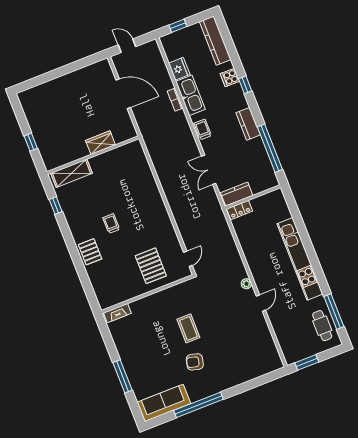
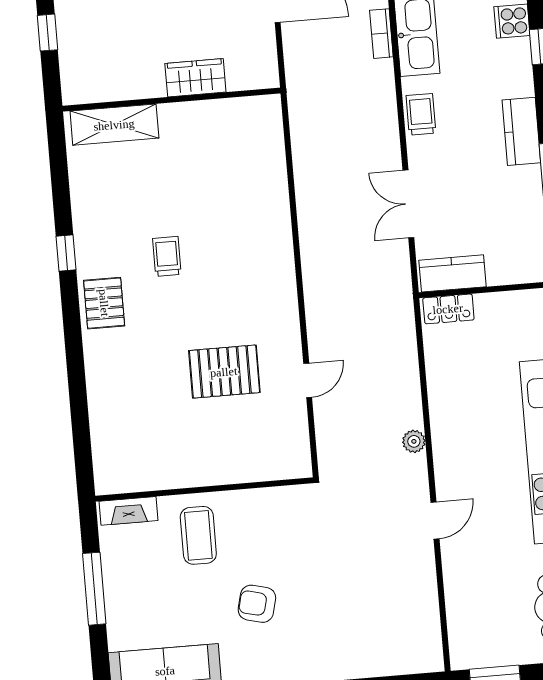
window: (56, 205) -> (66, 253), moved
pallet: (151, 266) -> (224, 372), turned 90
plant: (246, 284) -> (414, 441), moved
wall: (147, 294) -> (204, 489), moved
fireplace: (117, 313) -> (129, 511), moved
coffee table: (188, 328) -> (198, 535), moved

